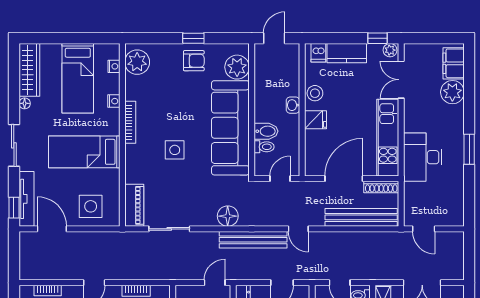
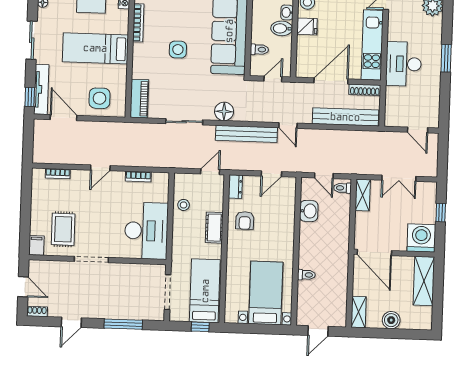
bidet: (266, 131) -> (282, 28), moved, turned 180
sliding door: (169, 229) -> (184, 122), moved
door: (424, 229) -> (418, 130), moved

